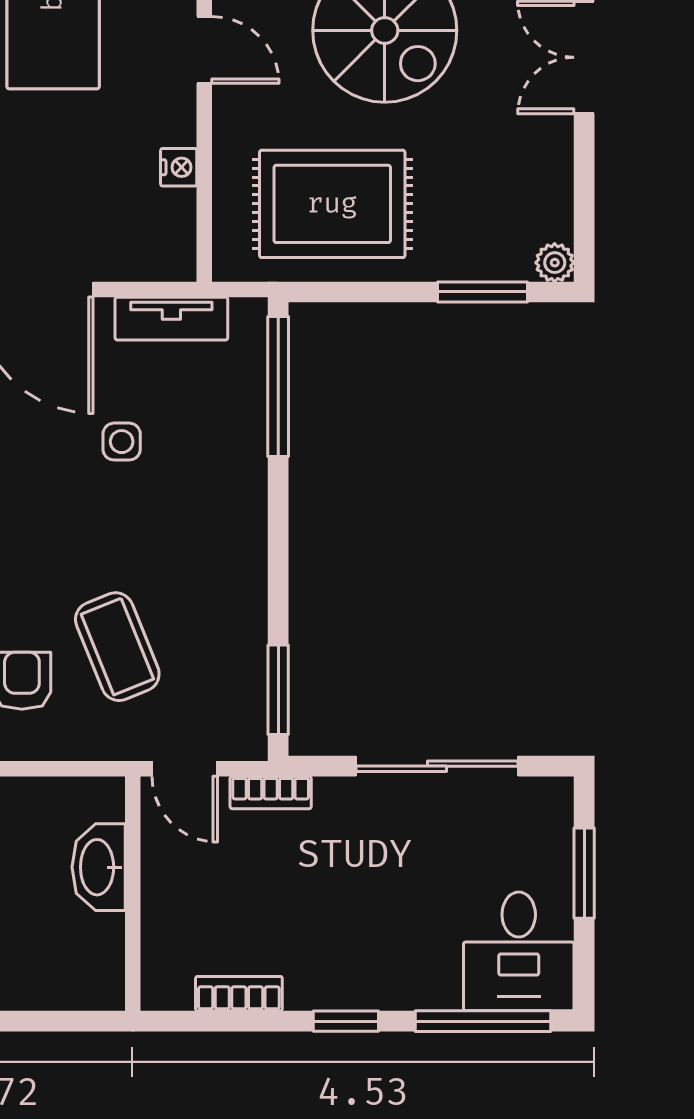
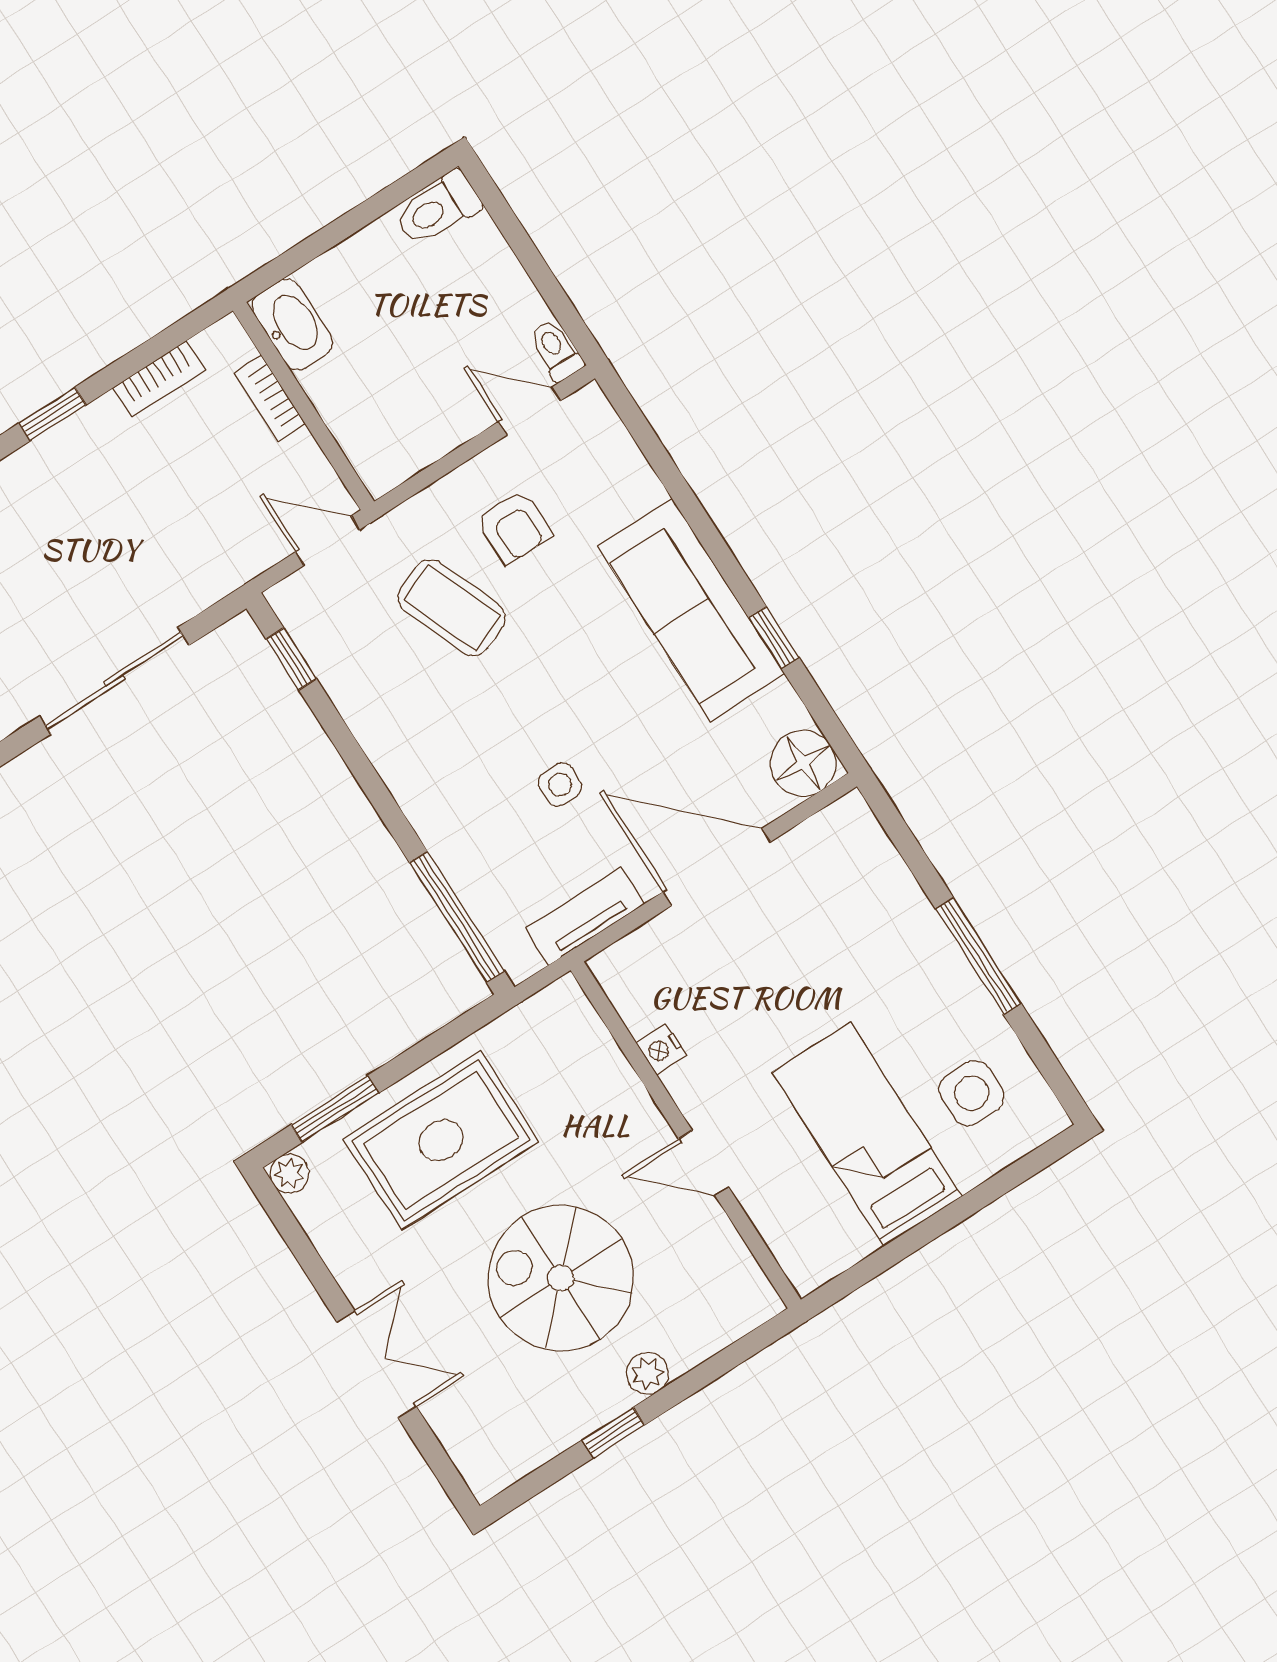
rug: (332, 204) -> (441, 1140), moved
window: (278, 690) -> (291, 659), width x0.67
bookcase: (271, 793) -> (270, 398), moved, turned -90
washbasin: (99, 867) -> (292, 325), moved

